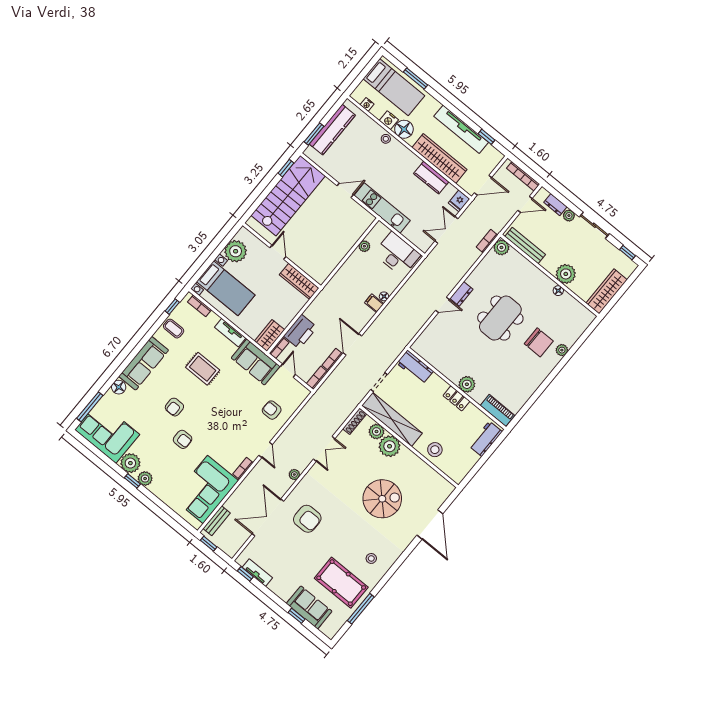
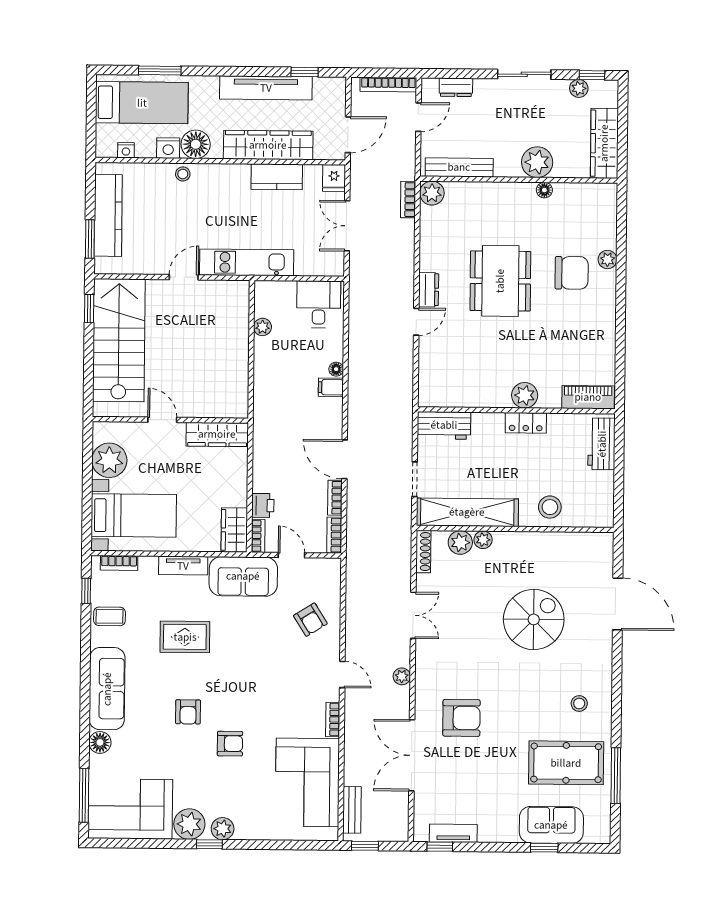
plant: (569, 216) -> (579, 88), moved
desk: (397, 254) -> (319, 304), width x0.73
printer: (300, 332) -> (263, 506), width x0.53, depth x0.68
armchair: (272, 410) -> (310, 620), turned -122
plant: (390, 446) -> (483, 540), width x0.53, depth x0.53

